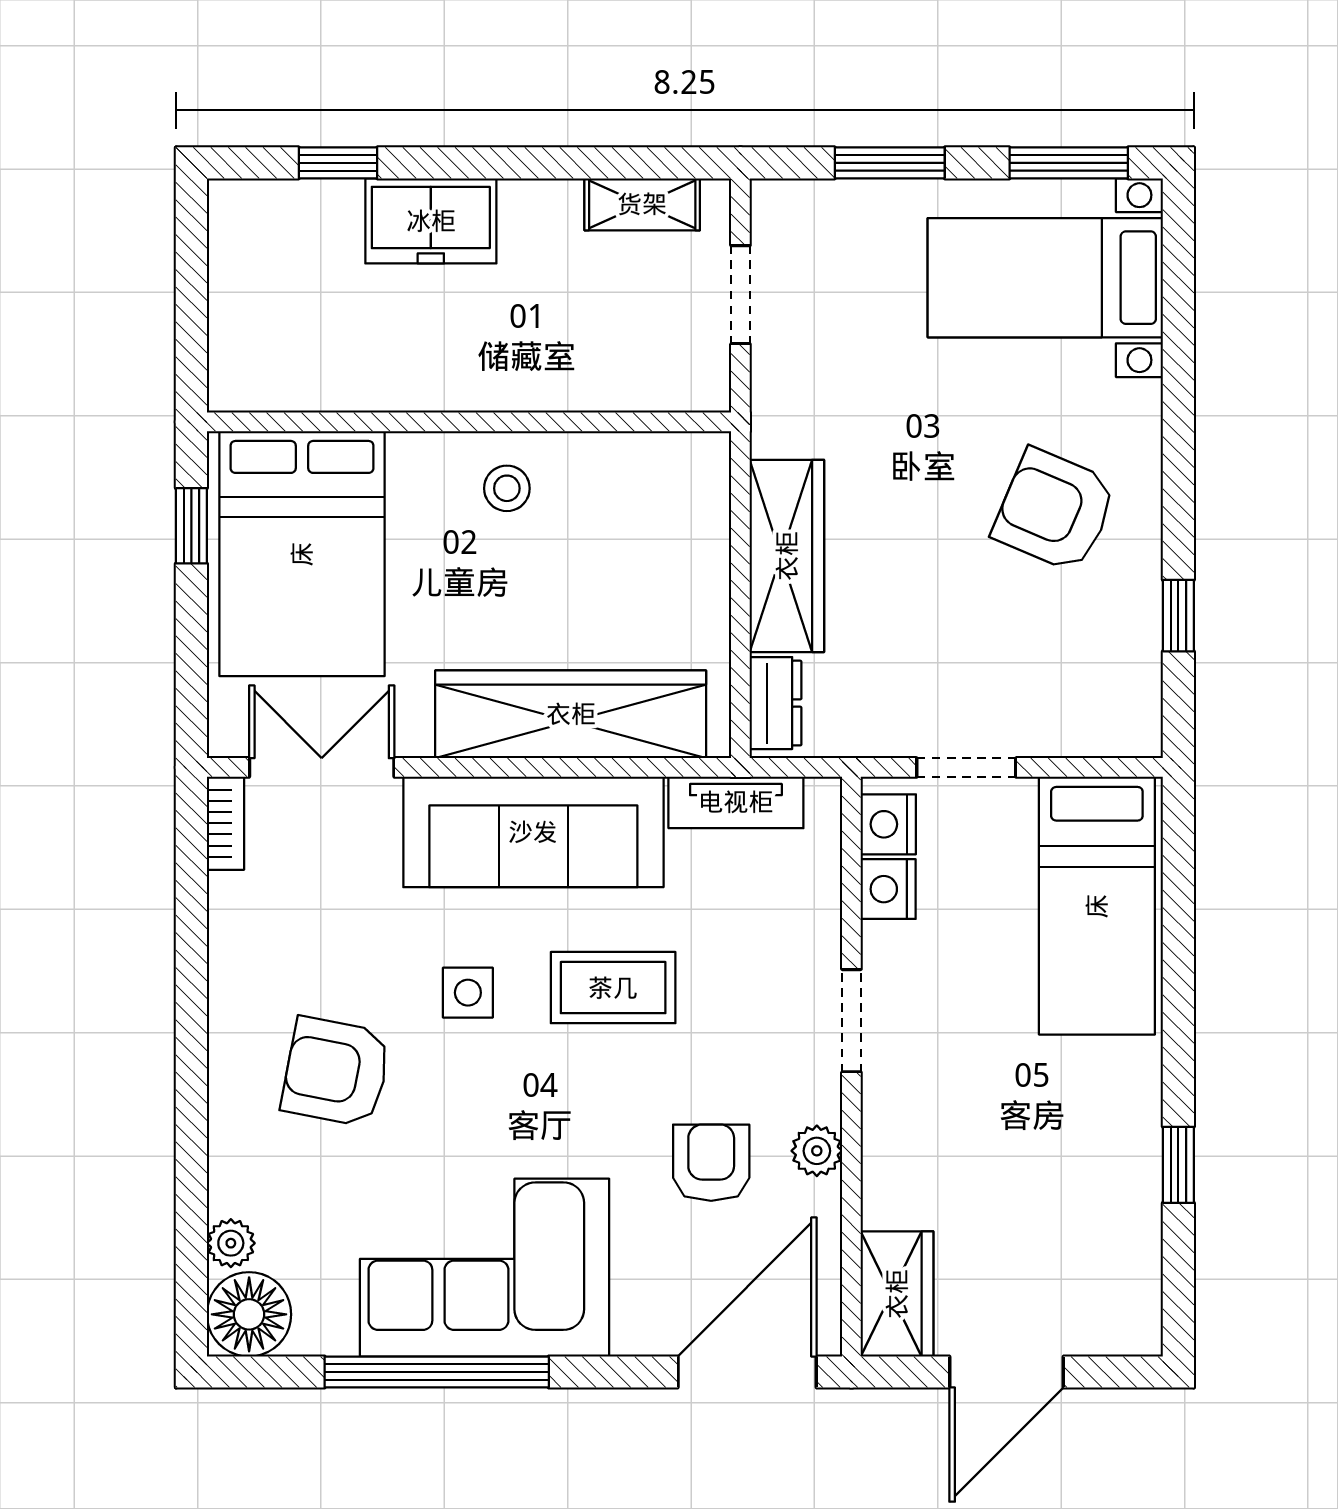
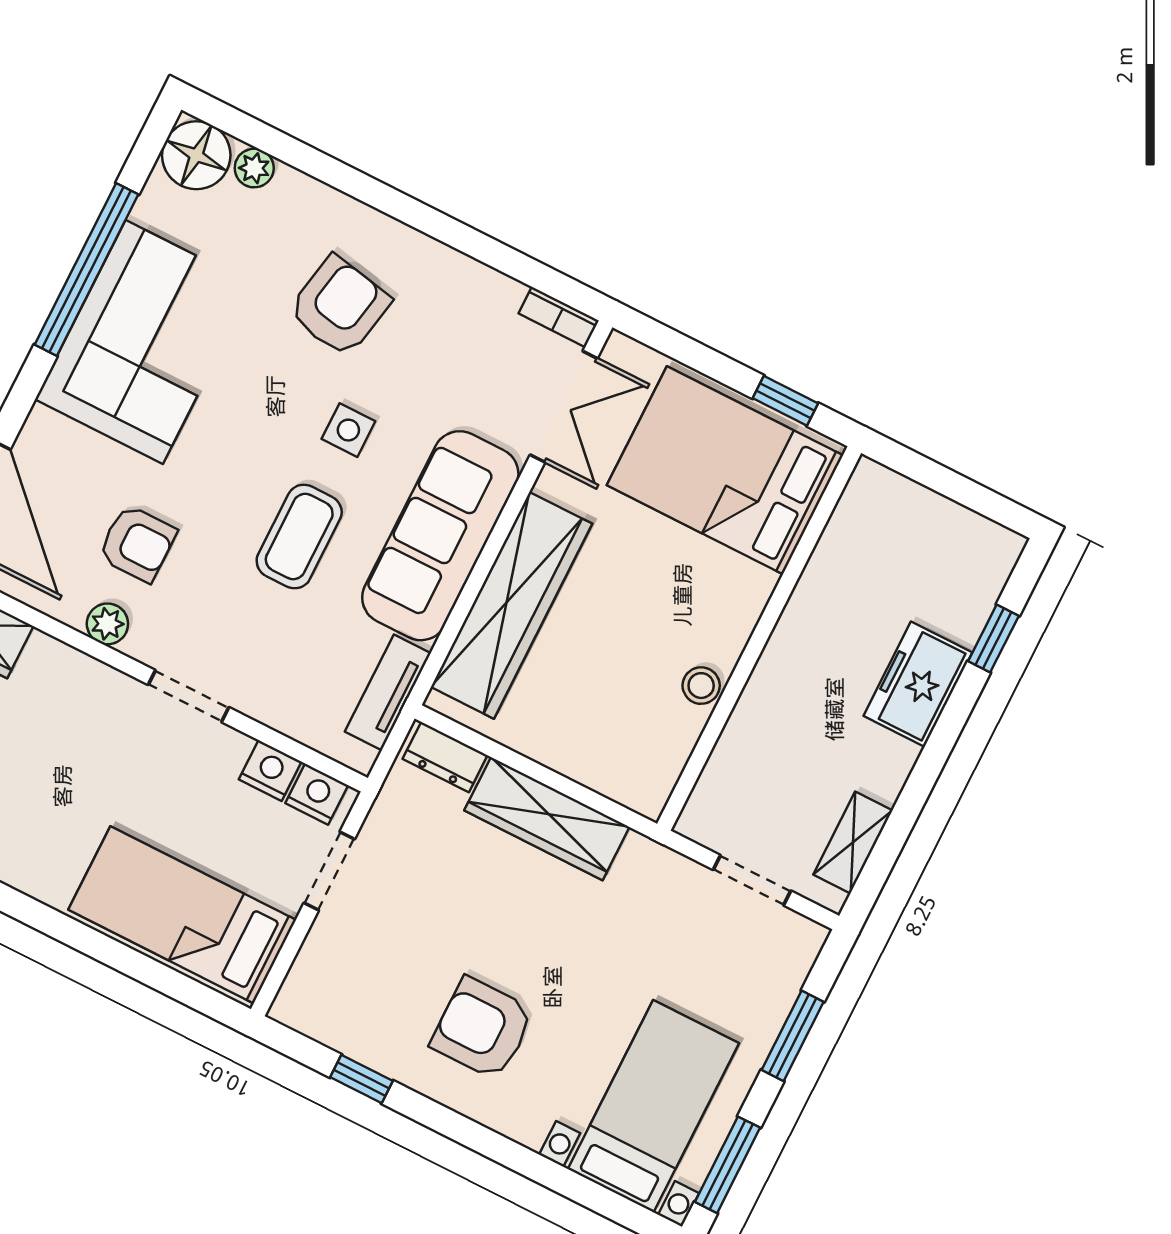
stool: (507, 488) -> (701, 686), moved
armchair: (1055, 510) -> (482, 1028), turned -113

